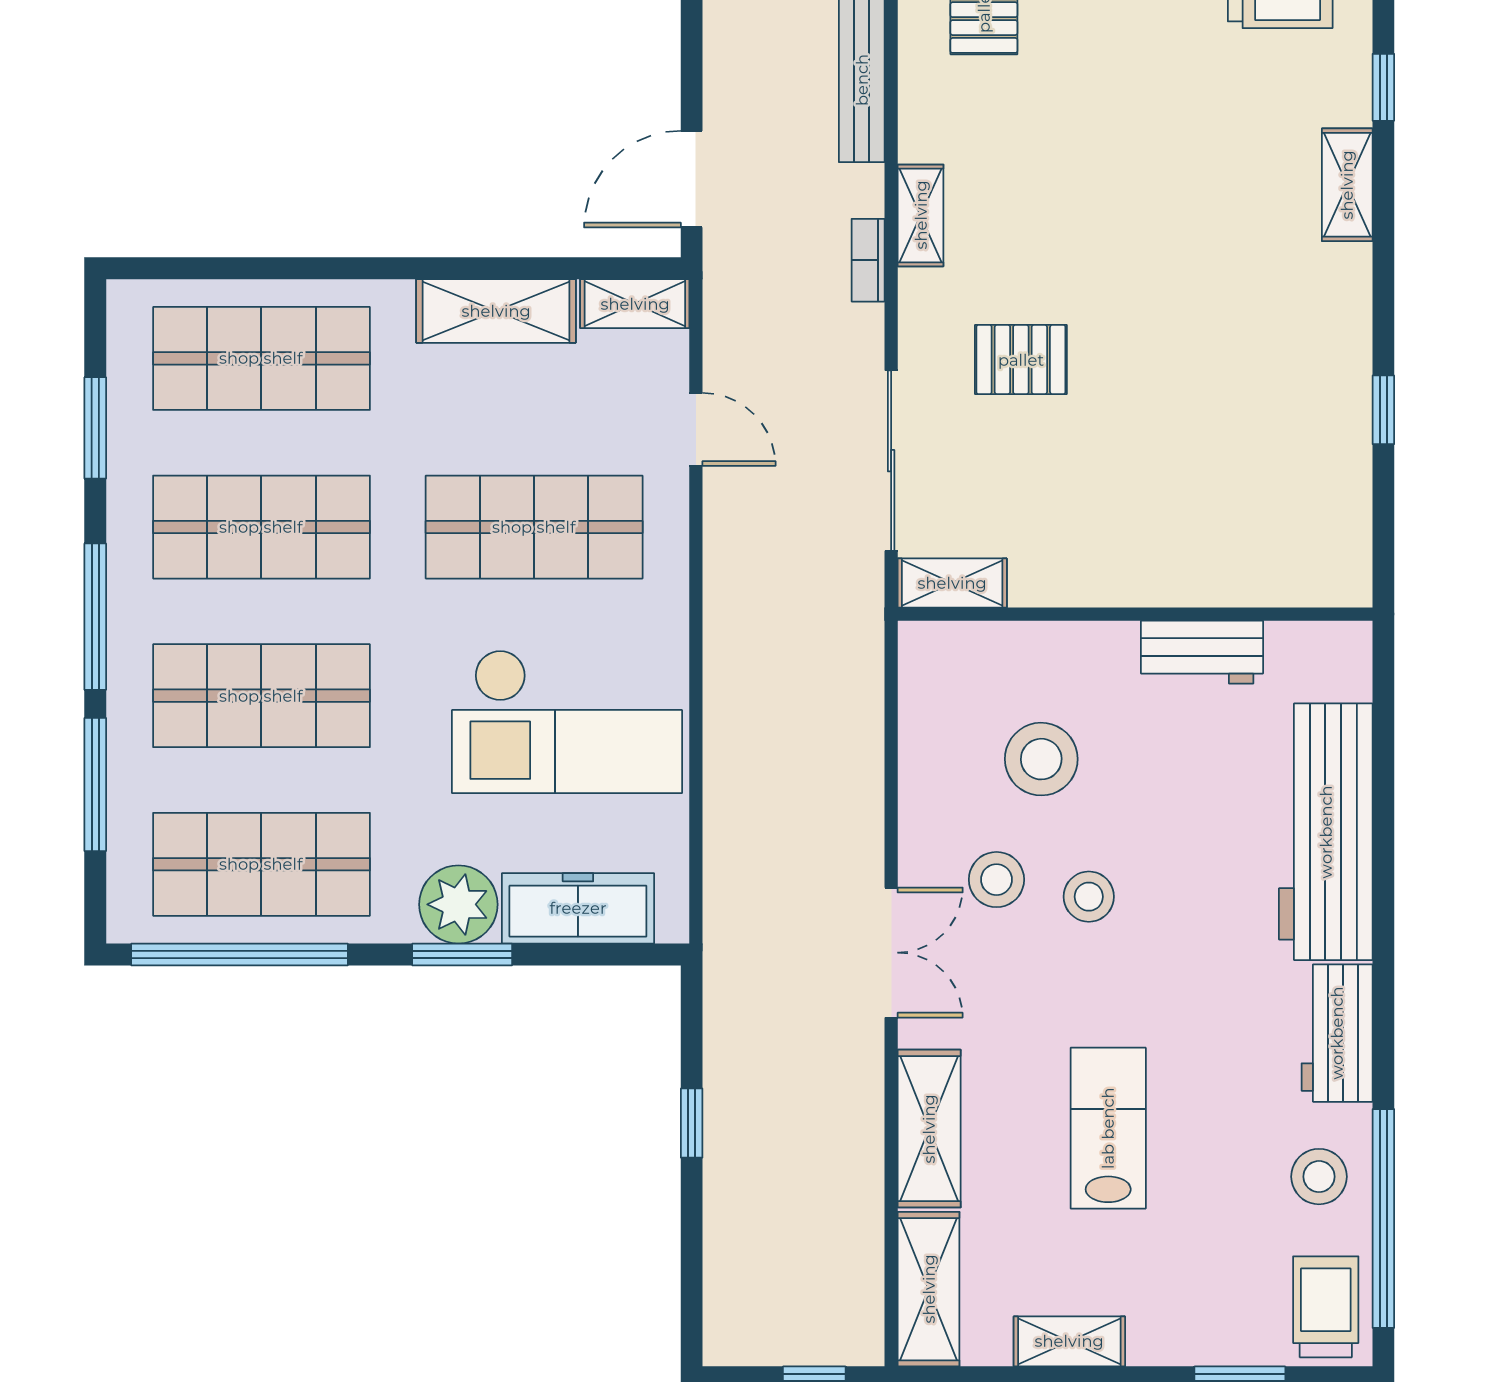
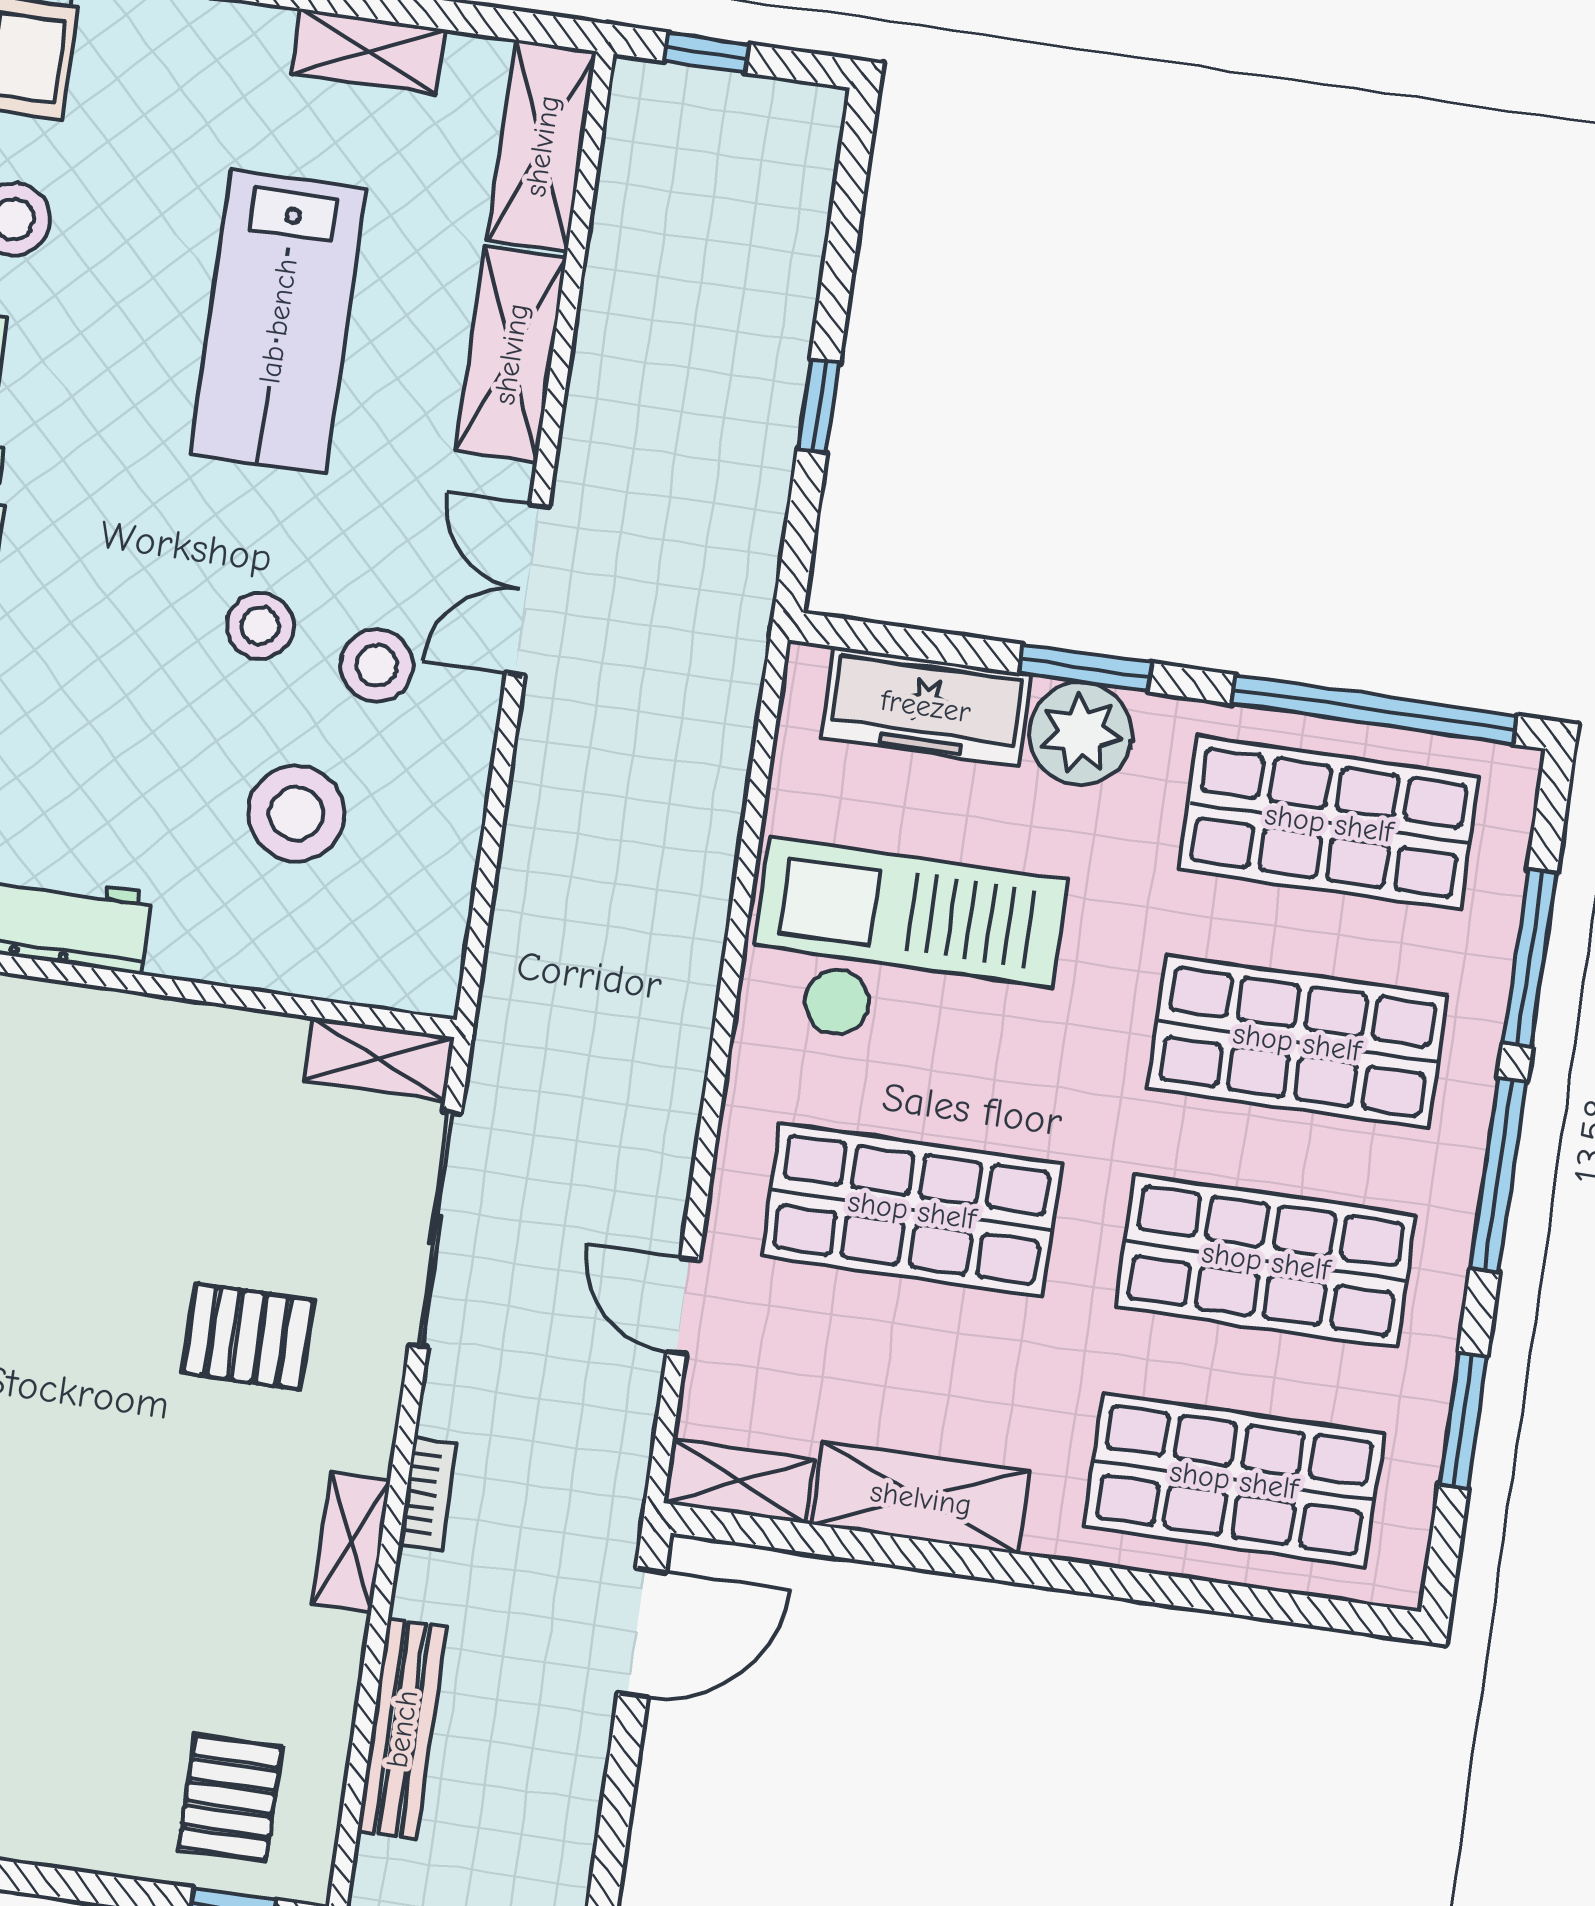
lab bench: (1108, 1128) -> (278, 321), width x1.36, depth x1.39

